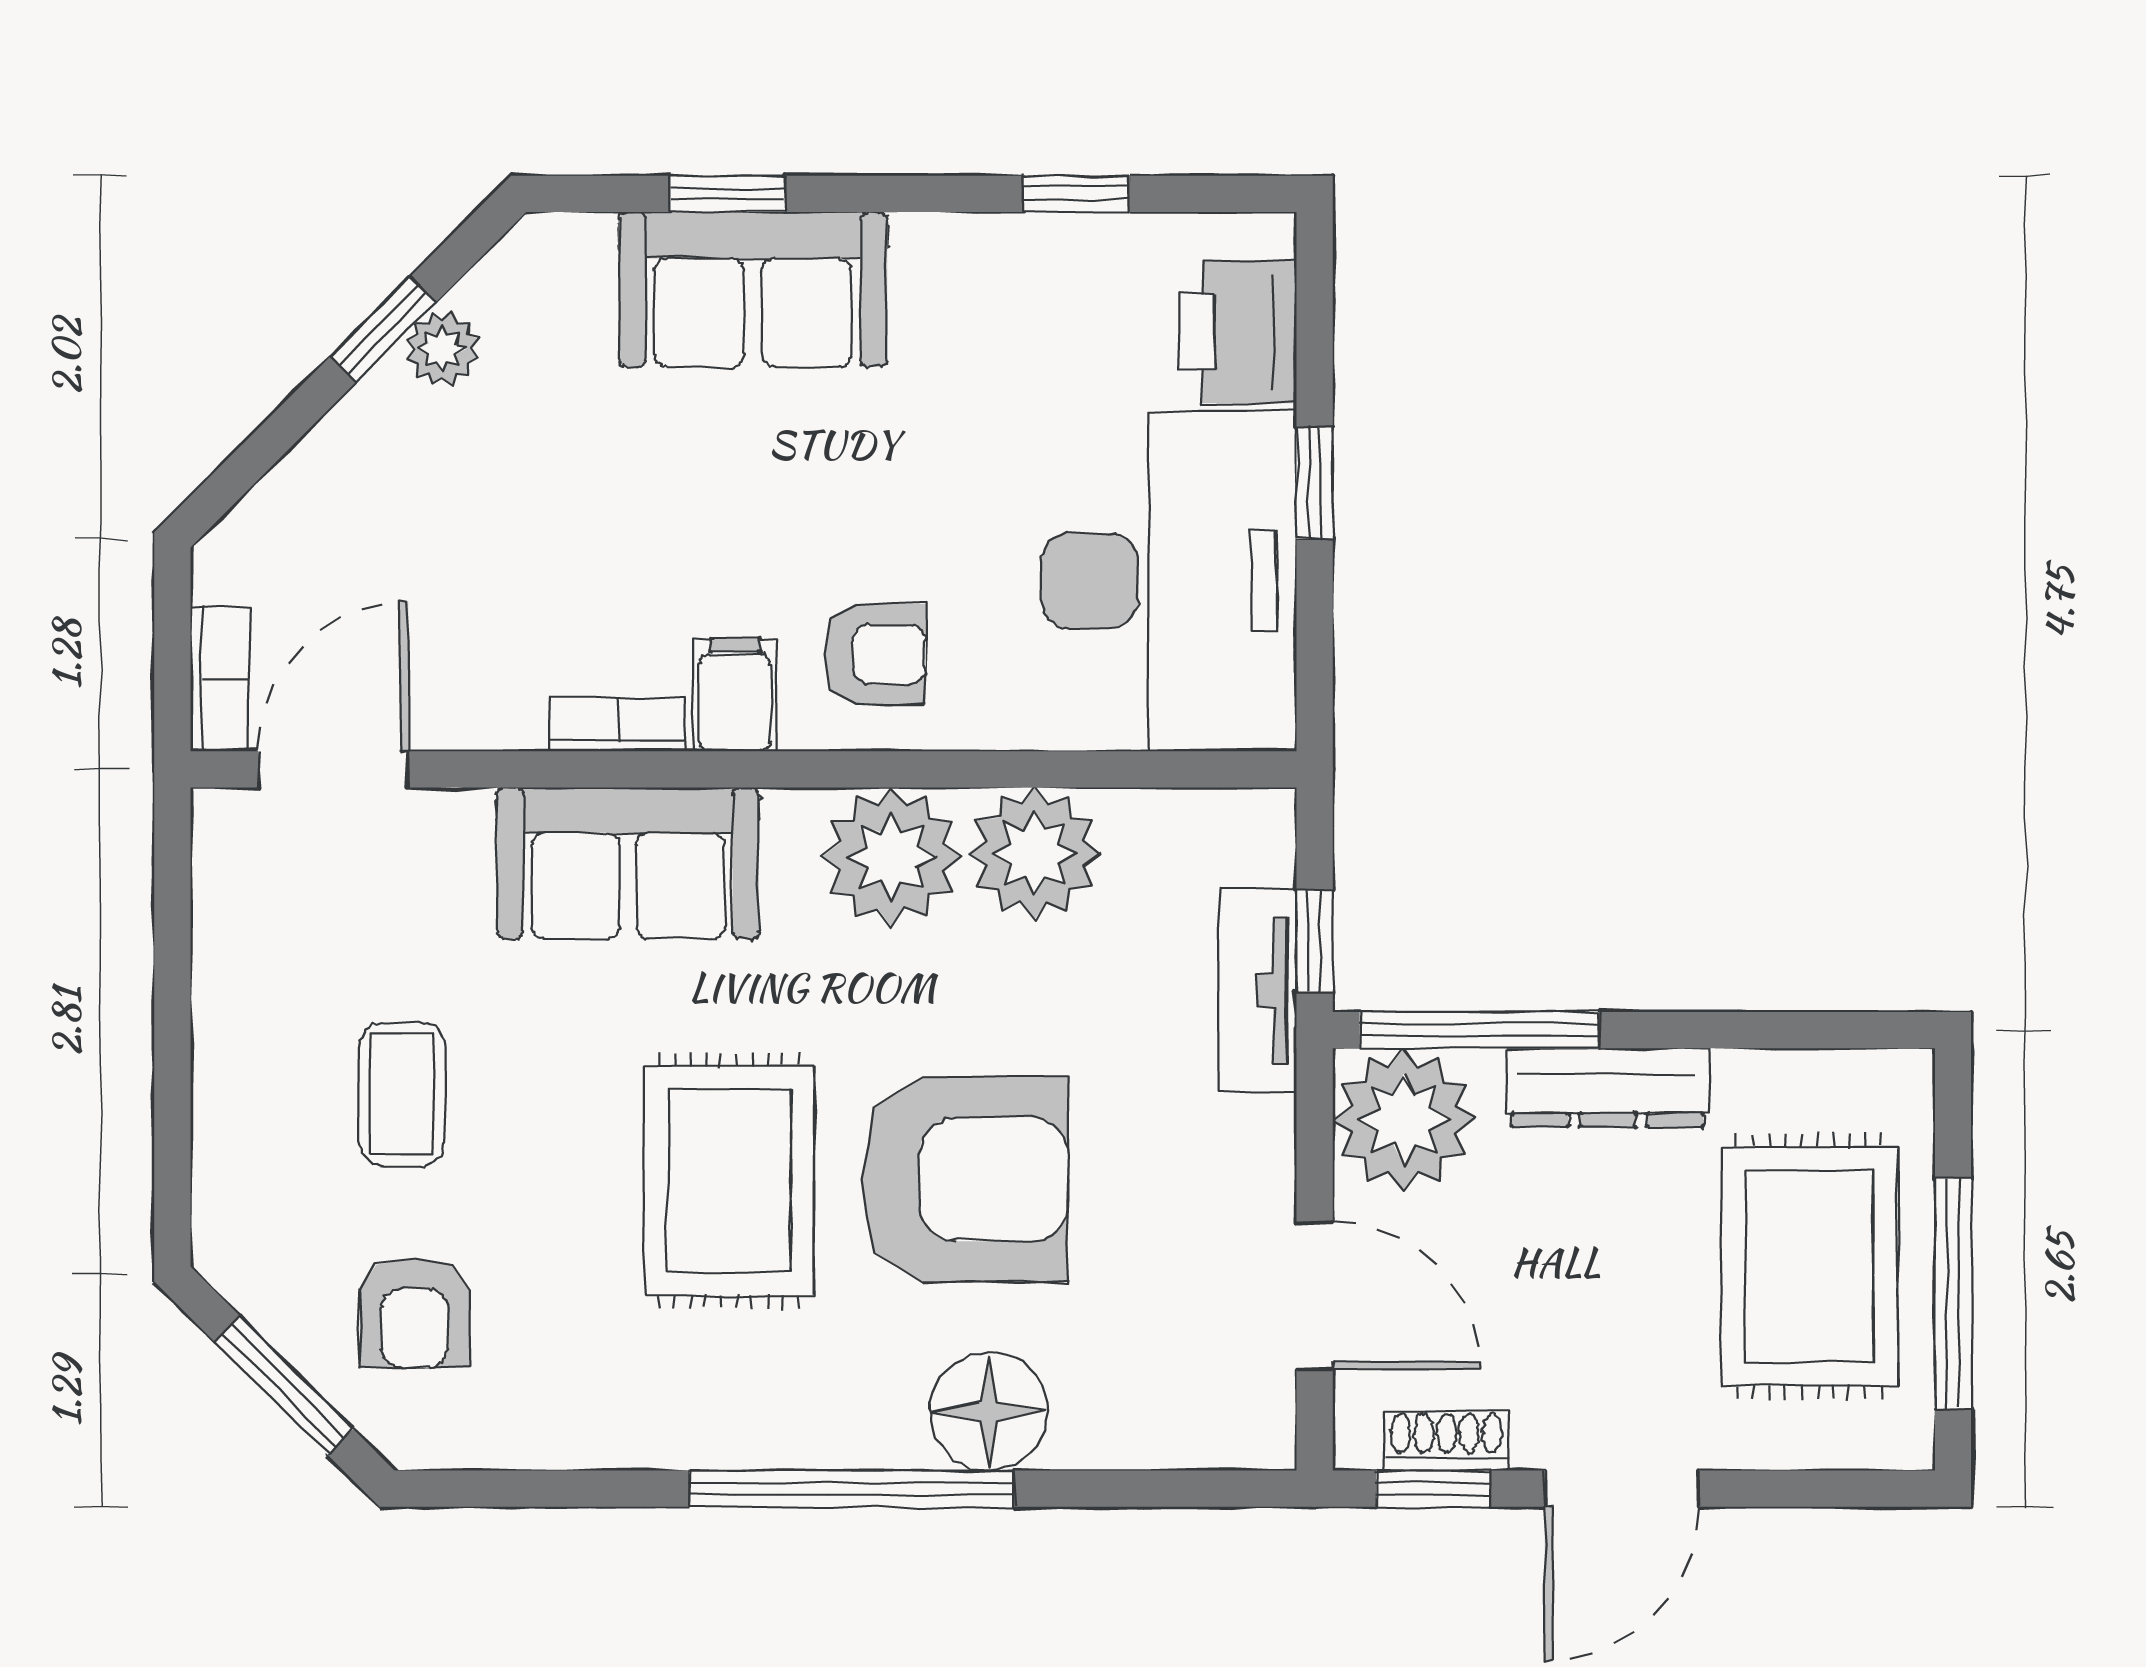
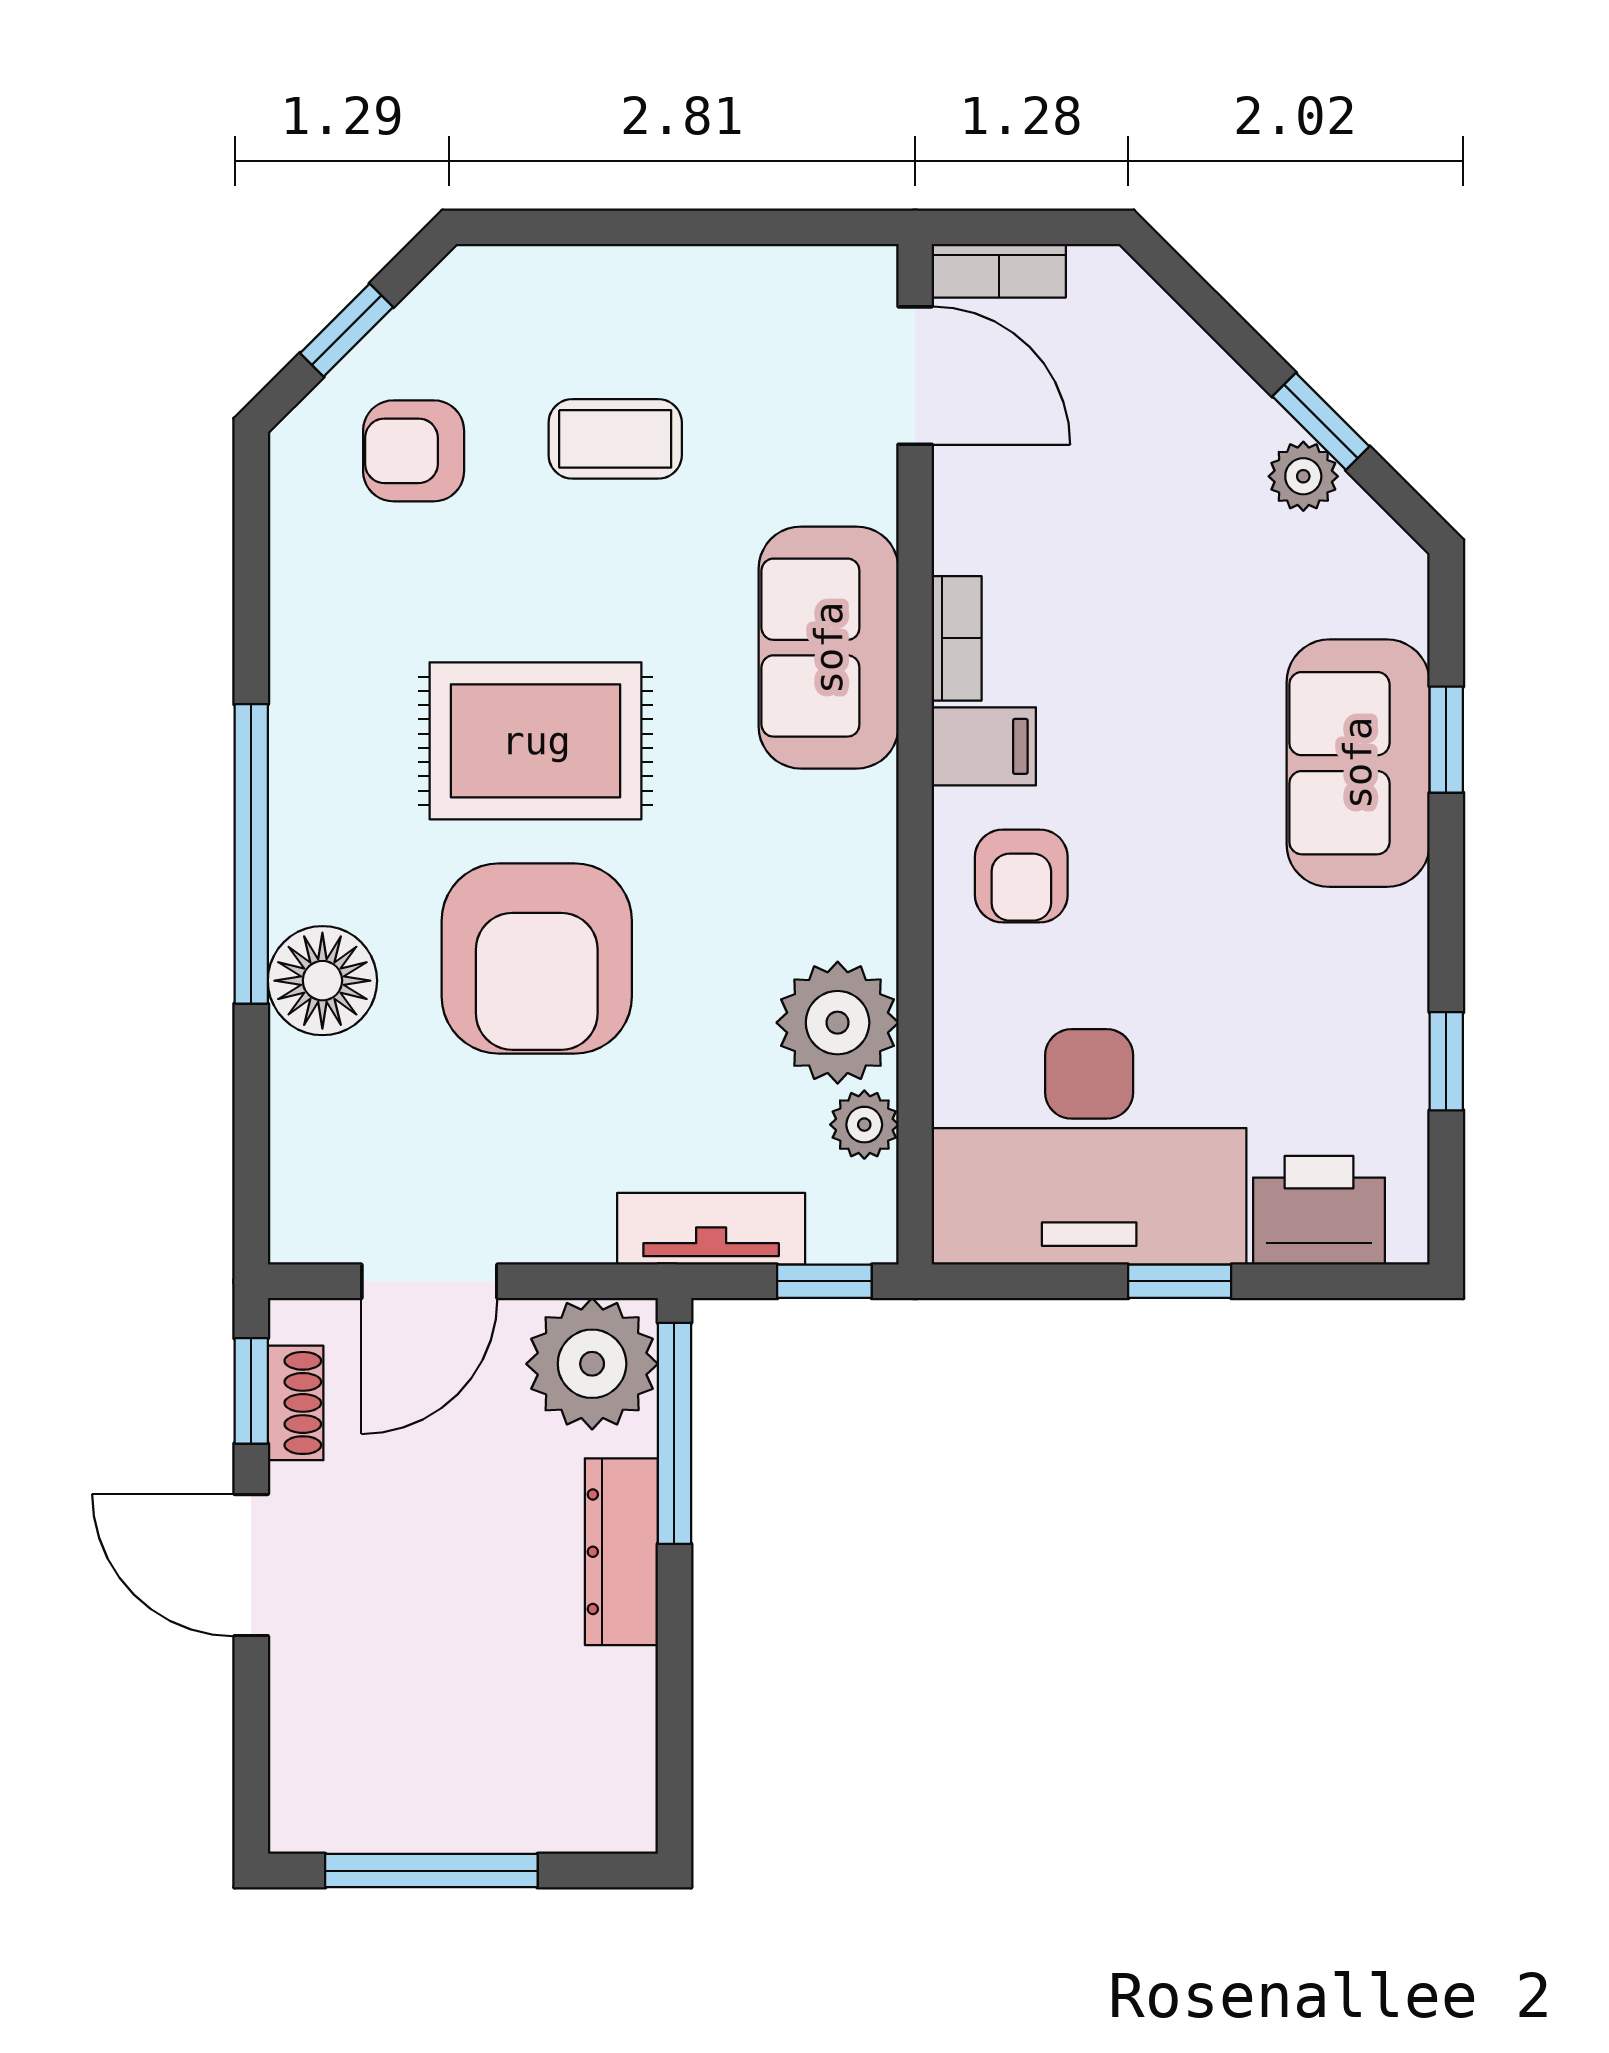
plant: (891, 857) -> (864, 1125), moved, width x0.53, depth x0.53
window: (1315, 941) -> (824, 1281), moved
rug: (1809, 1266) -> (456, 1738), removed
window: (284, 1385) -> (347, 330), width x0.67

